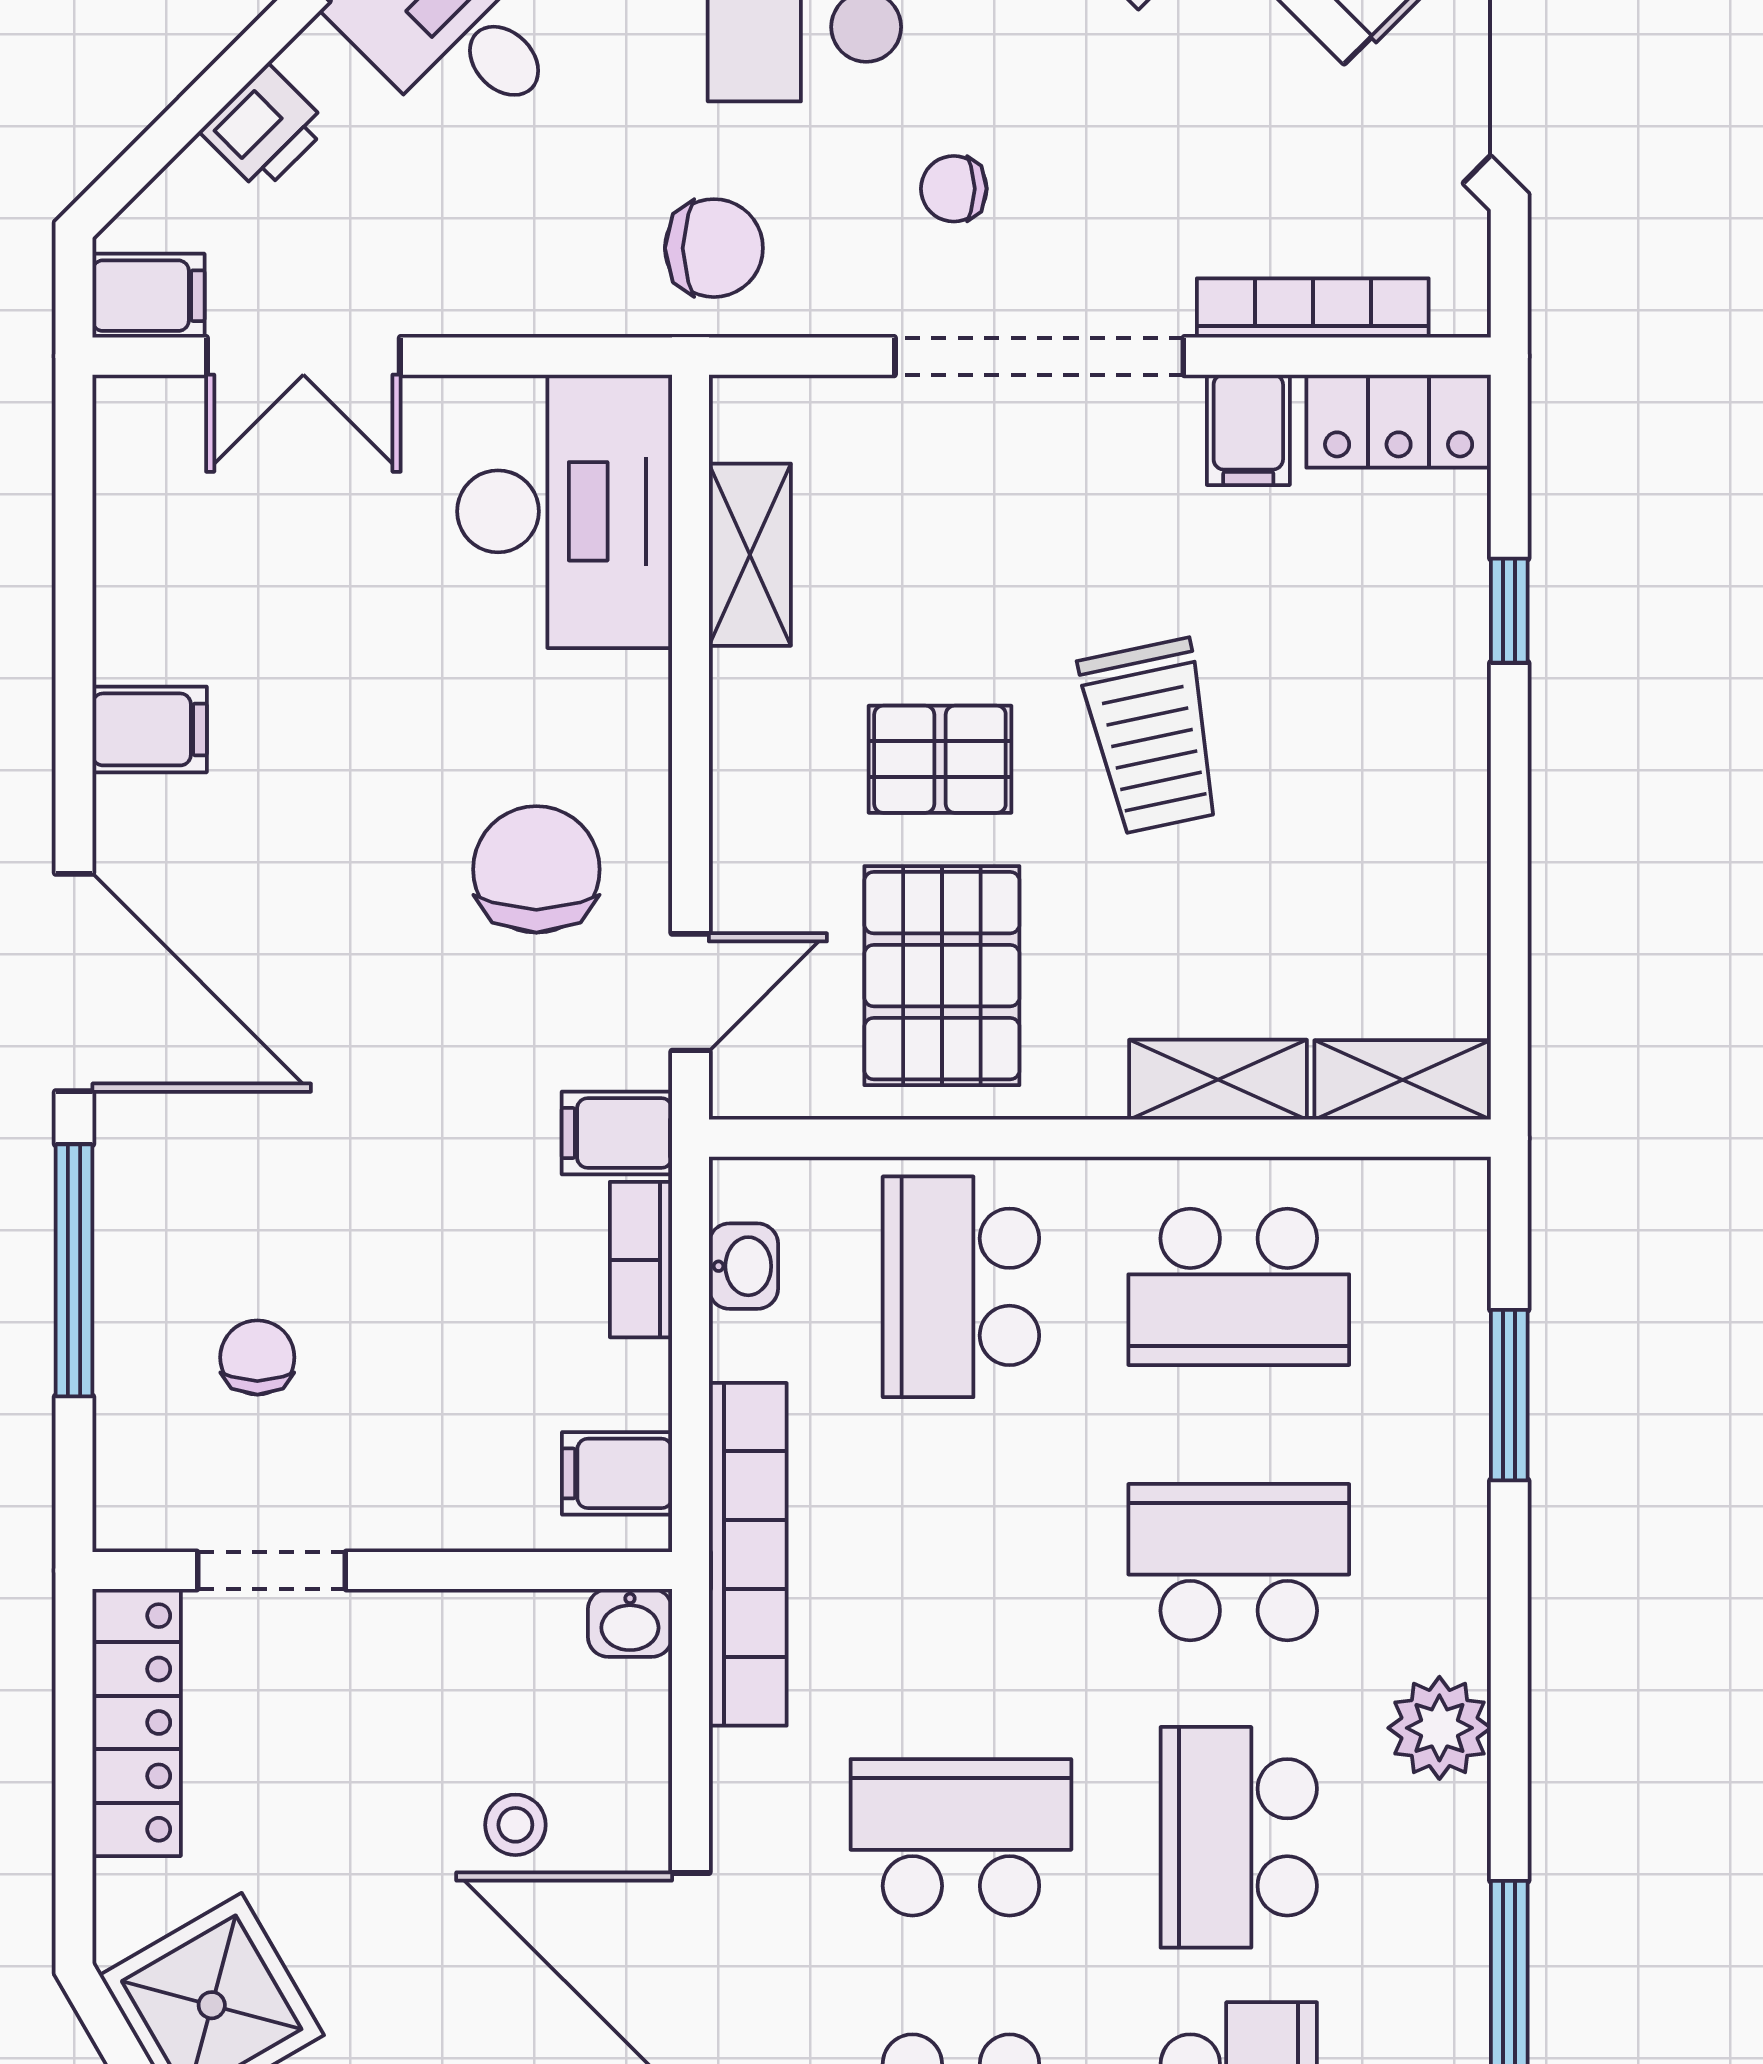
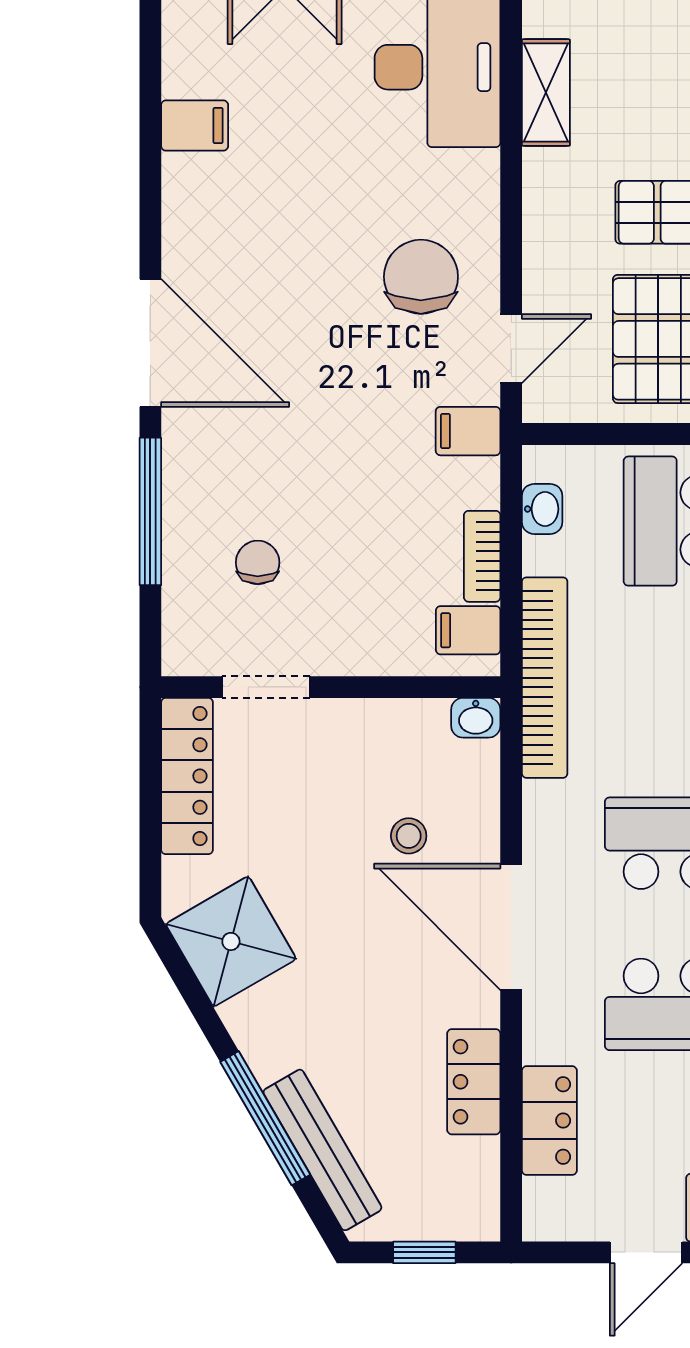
filing cabinet: (150, 729) -> (195, 126), moved
bookcase: (641, 1260) -> (482, 556), moved

